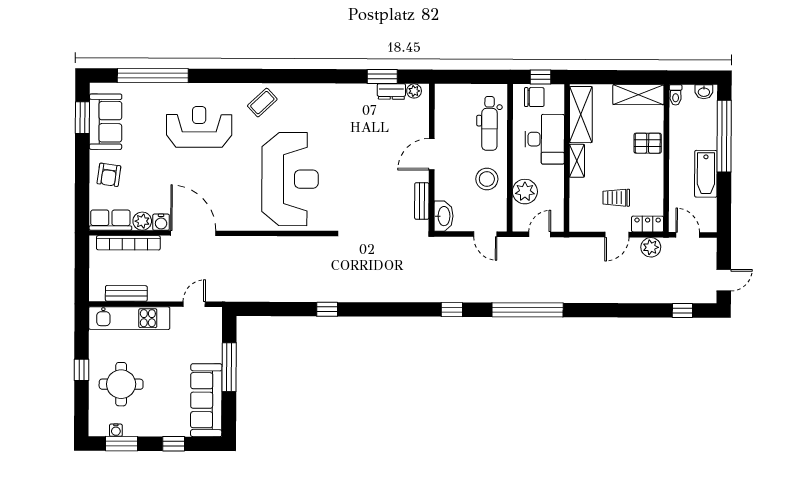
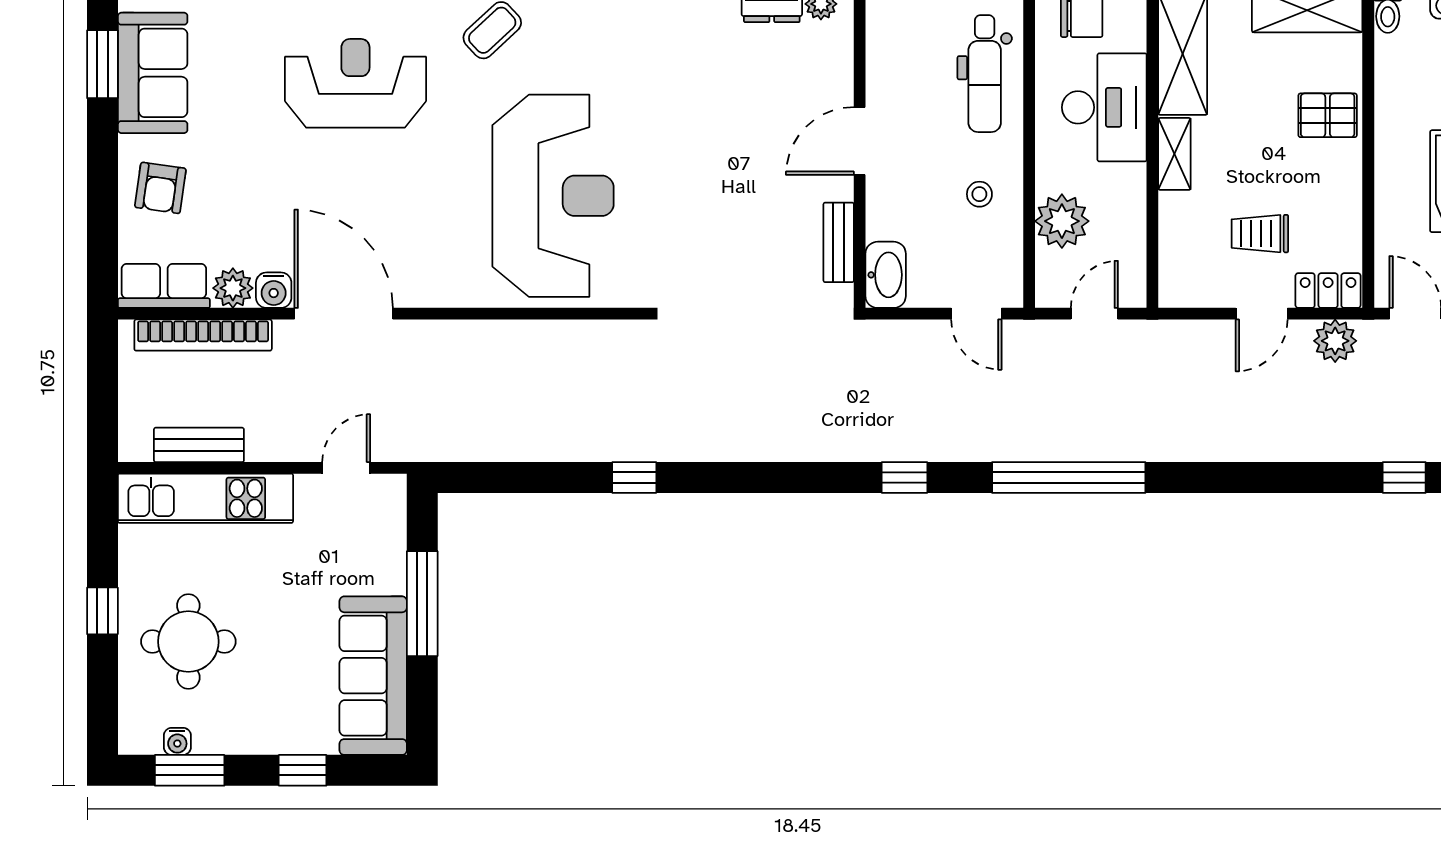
stool: (487, 179) -> (979, 194), width x0.53, depth x0.53

